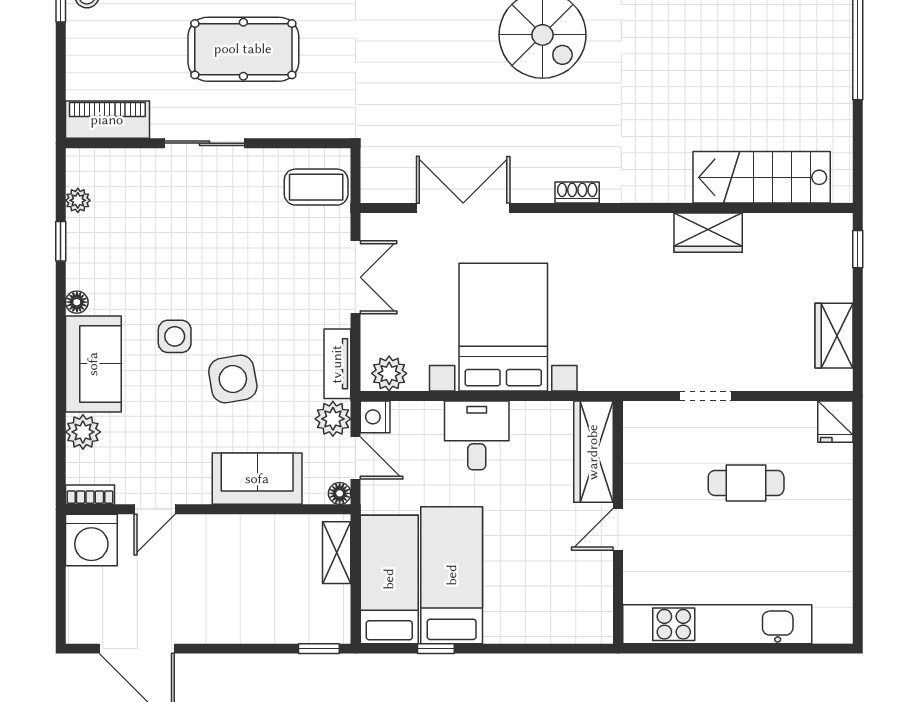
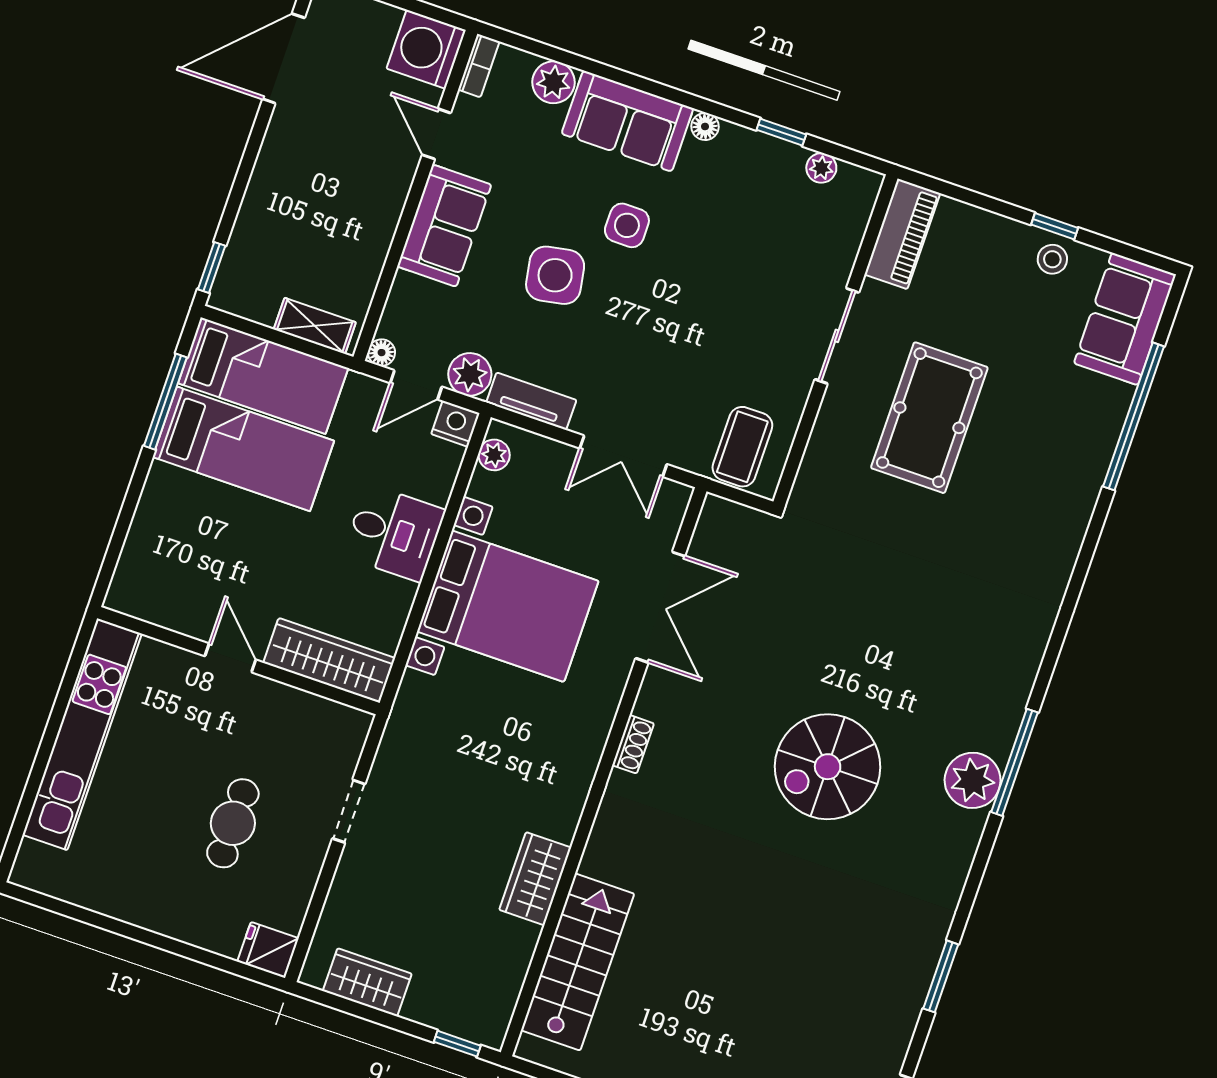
plant: (389, 373) -> (494, 455), width x0.73, depth x0.73
sofa: (257, 479) -> (444, 226), moved
window: (436, 649) -> (165, 402), width x2.17

